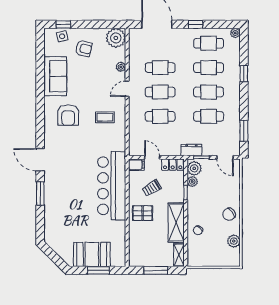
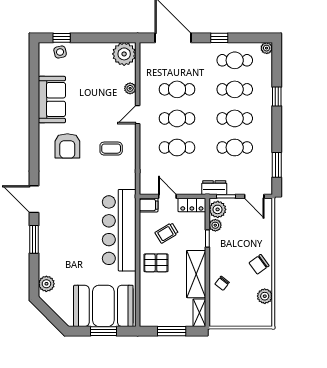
armchair: (84, 49) -> (86, 67), removed
plant: (51, 231) -> (46, 284), added
booth: (92, 254) -> (103, 306), width x1.36, depth x1.42

